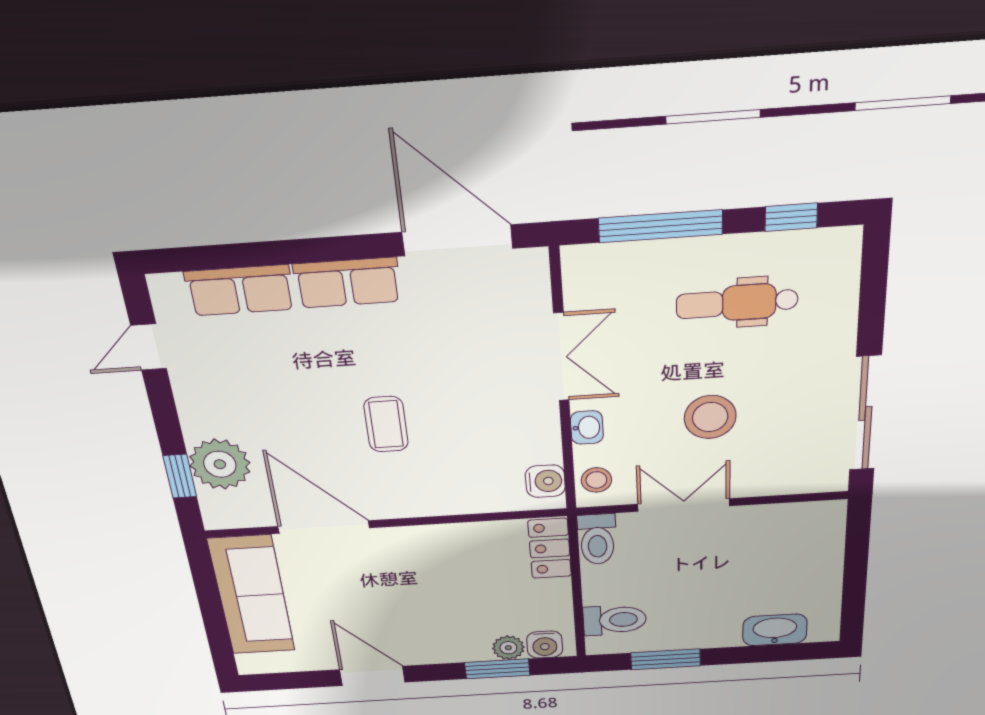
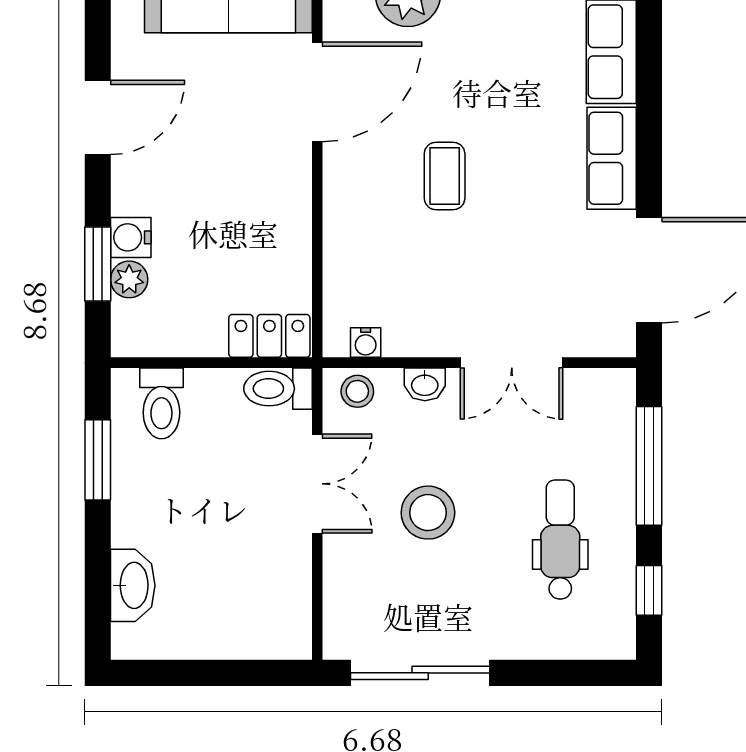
coffee table: (386, 424) -> (445, 176), turned 90
water cooler: (545, 481) -> (366, 342), width x0.72, depth x0.72
water cooler: (545, 645) -> (131, 237), moved

